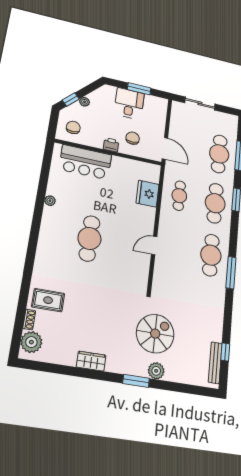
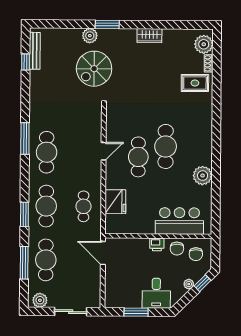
desk: (129, 104) -> (156, 293), moved
plant: (227, 120) -> (40, 300), added
chair: (133, 138) -> (177, 249), moved
plant: (50, 201) -> (203, 176), width x1.87, depth x1.87
cafe table: (119, 233) -> (138, 157), added

